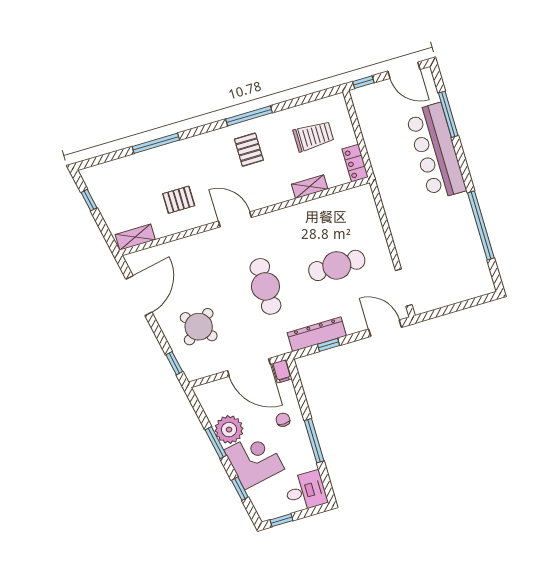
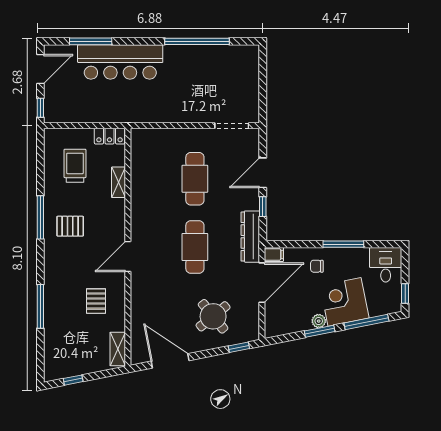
cafe table: (265, 286) -> (195, 247), turned 90
door: (385, 328) -> (263, 173), moved
dresser: (317, 334) -> (250, 237), moved
plant: (229, 430) -> (319, 321), width x0.53, depth x0.53
window: (240, 489) -> (366, 322), width x2.17

